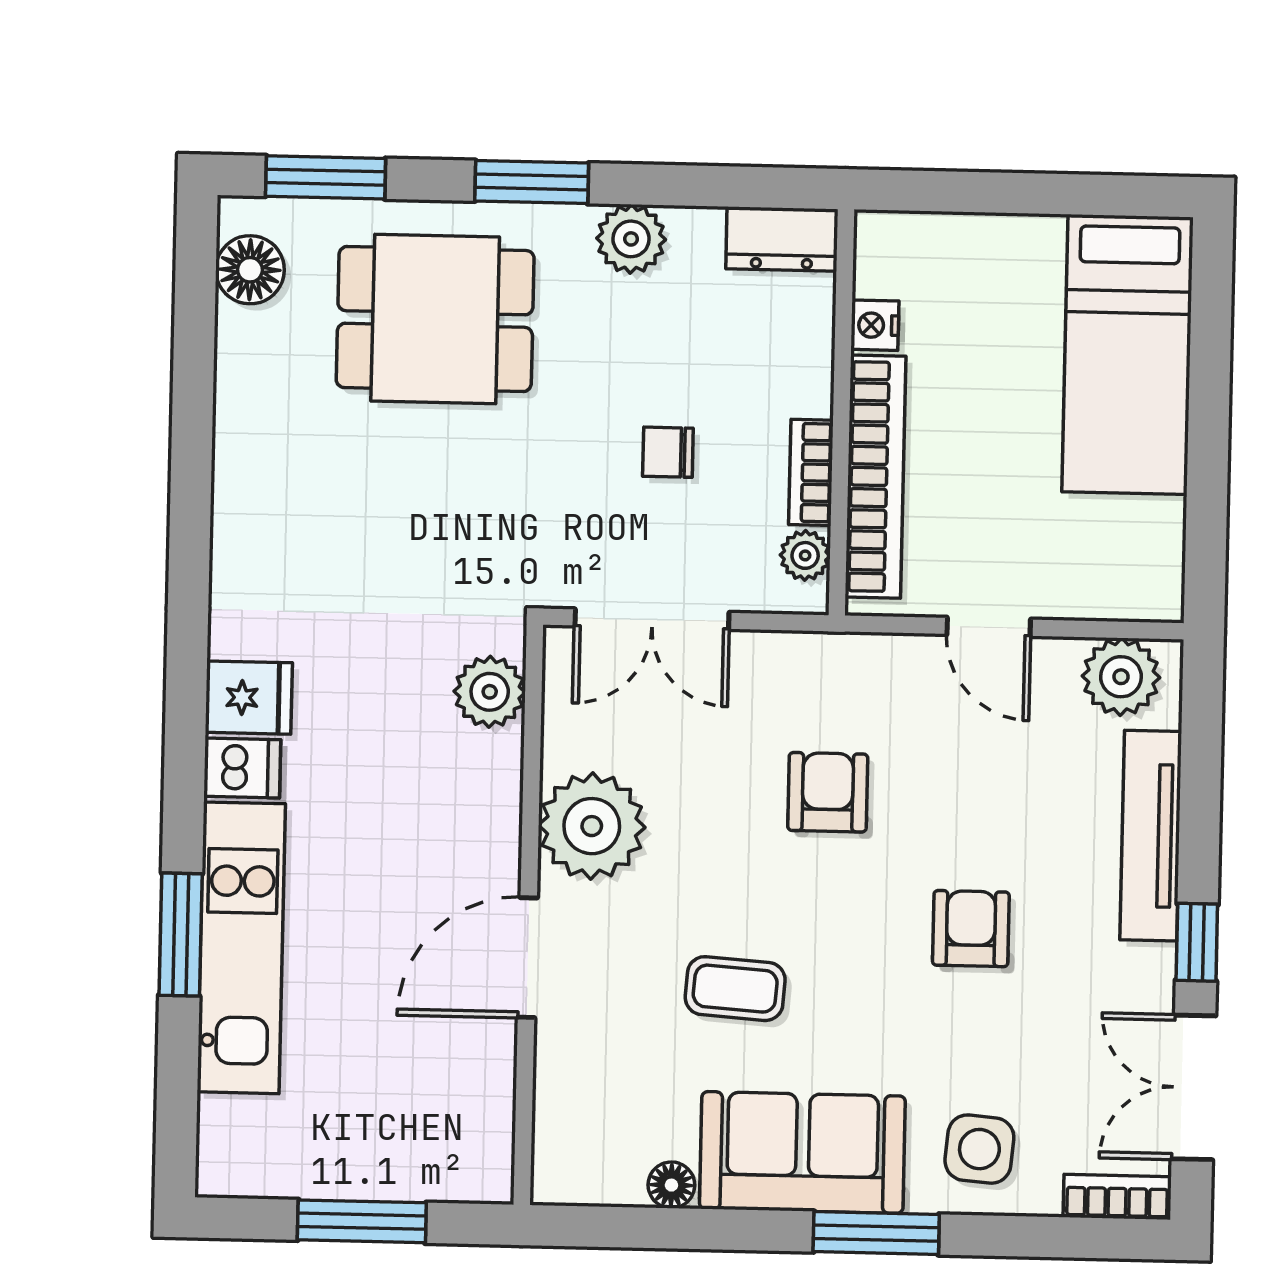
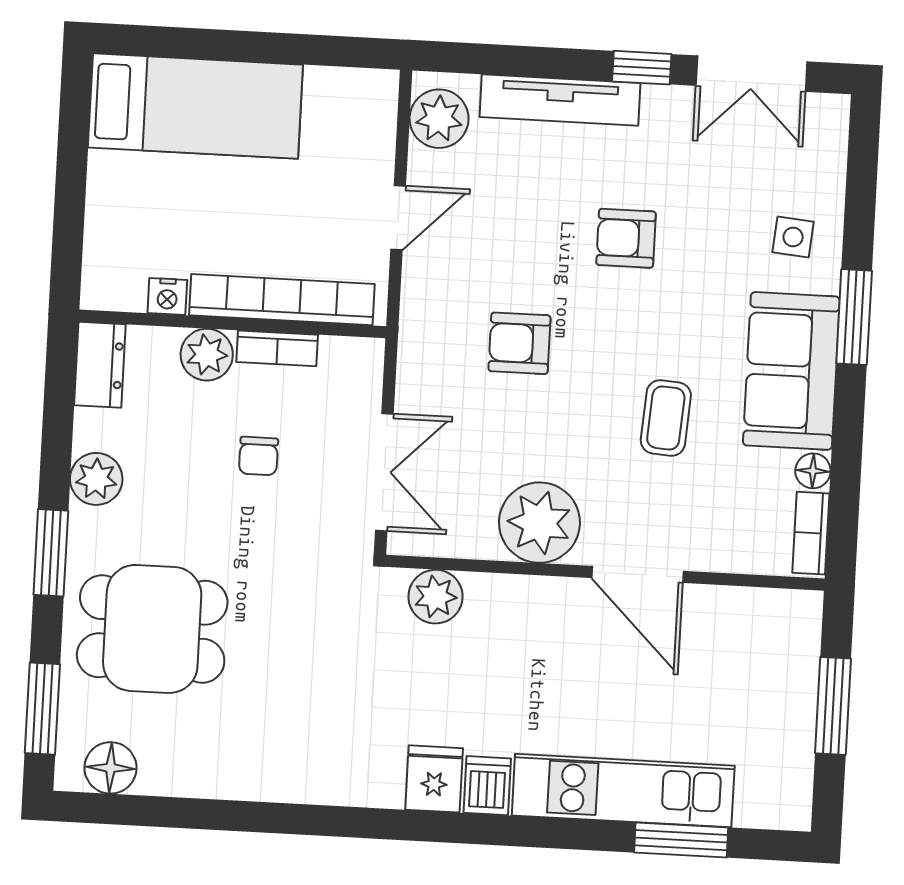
dining table: (435, 319) -> (152, 629), turned 90
plant: (805, 555) -> (207, 355), moved, width x1.38, depth x1.38
window: (181, 935) -> (681, 840), moved
side table: (979, 1149) -> (793, 237), width x0.73, depth x0.73
bookcase: (1117, 1197) -> (811, 533), moved

